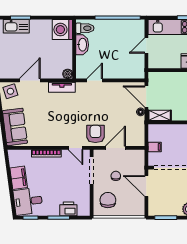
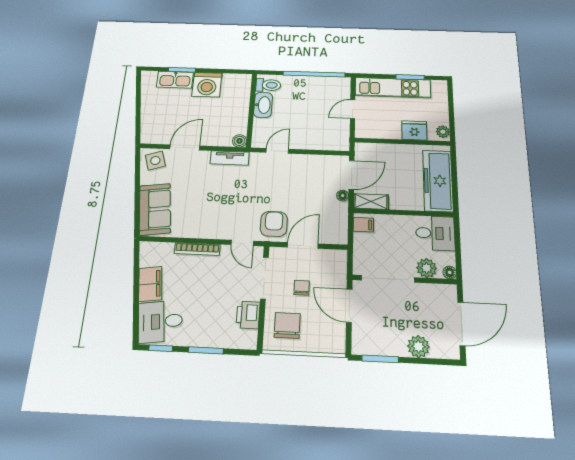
washing machine: (62, 30) -> (207, 85), moved, turned -90
door: (146, 97) -> (351, 175), swing flipped
filing cabinet: (155, 147) -> (363, 225), moved
printer: (68, 209) -> (248, 315), moved, turned -90

